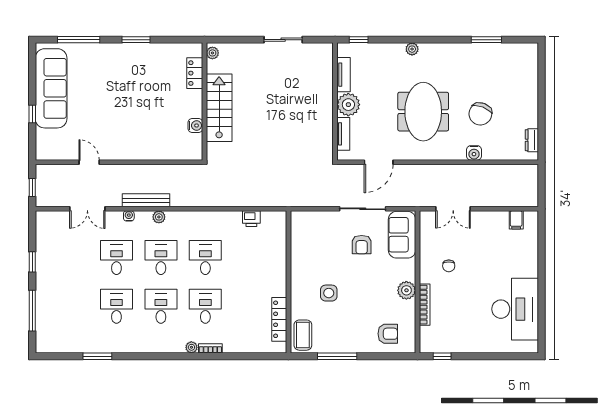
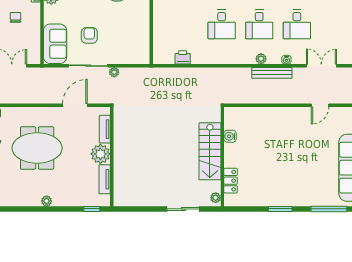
sliding door: (283, 40) -> (183, 209), moved
meeting table: (423, 112) -> (37, 148), turned 90
door: (89, 162) -> (320, 105), hinge flipped
plant: (332, 201) -> (114, 72), added

